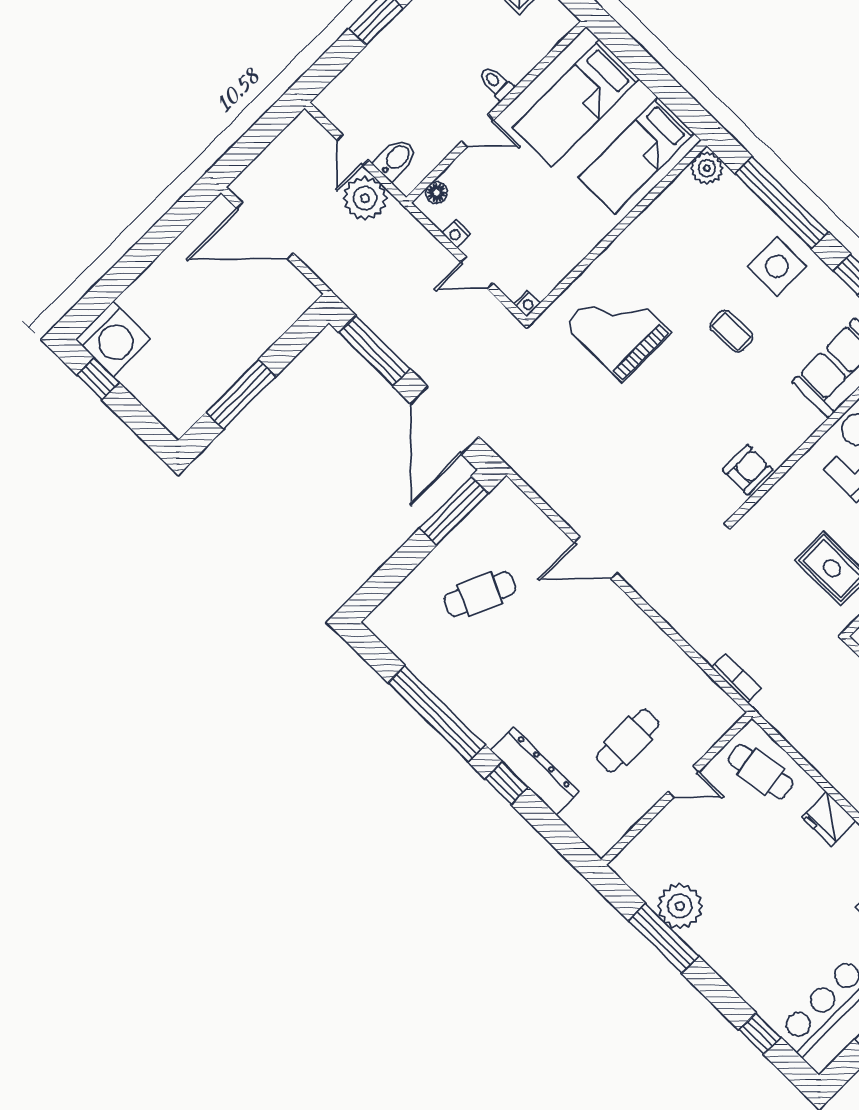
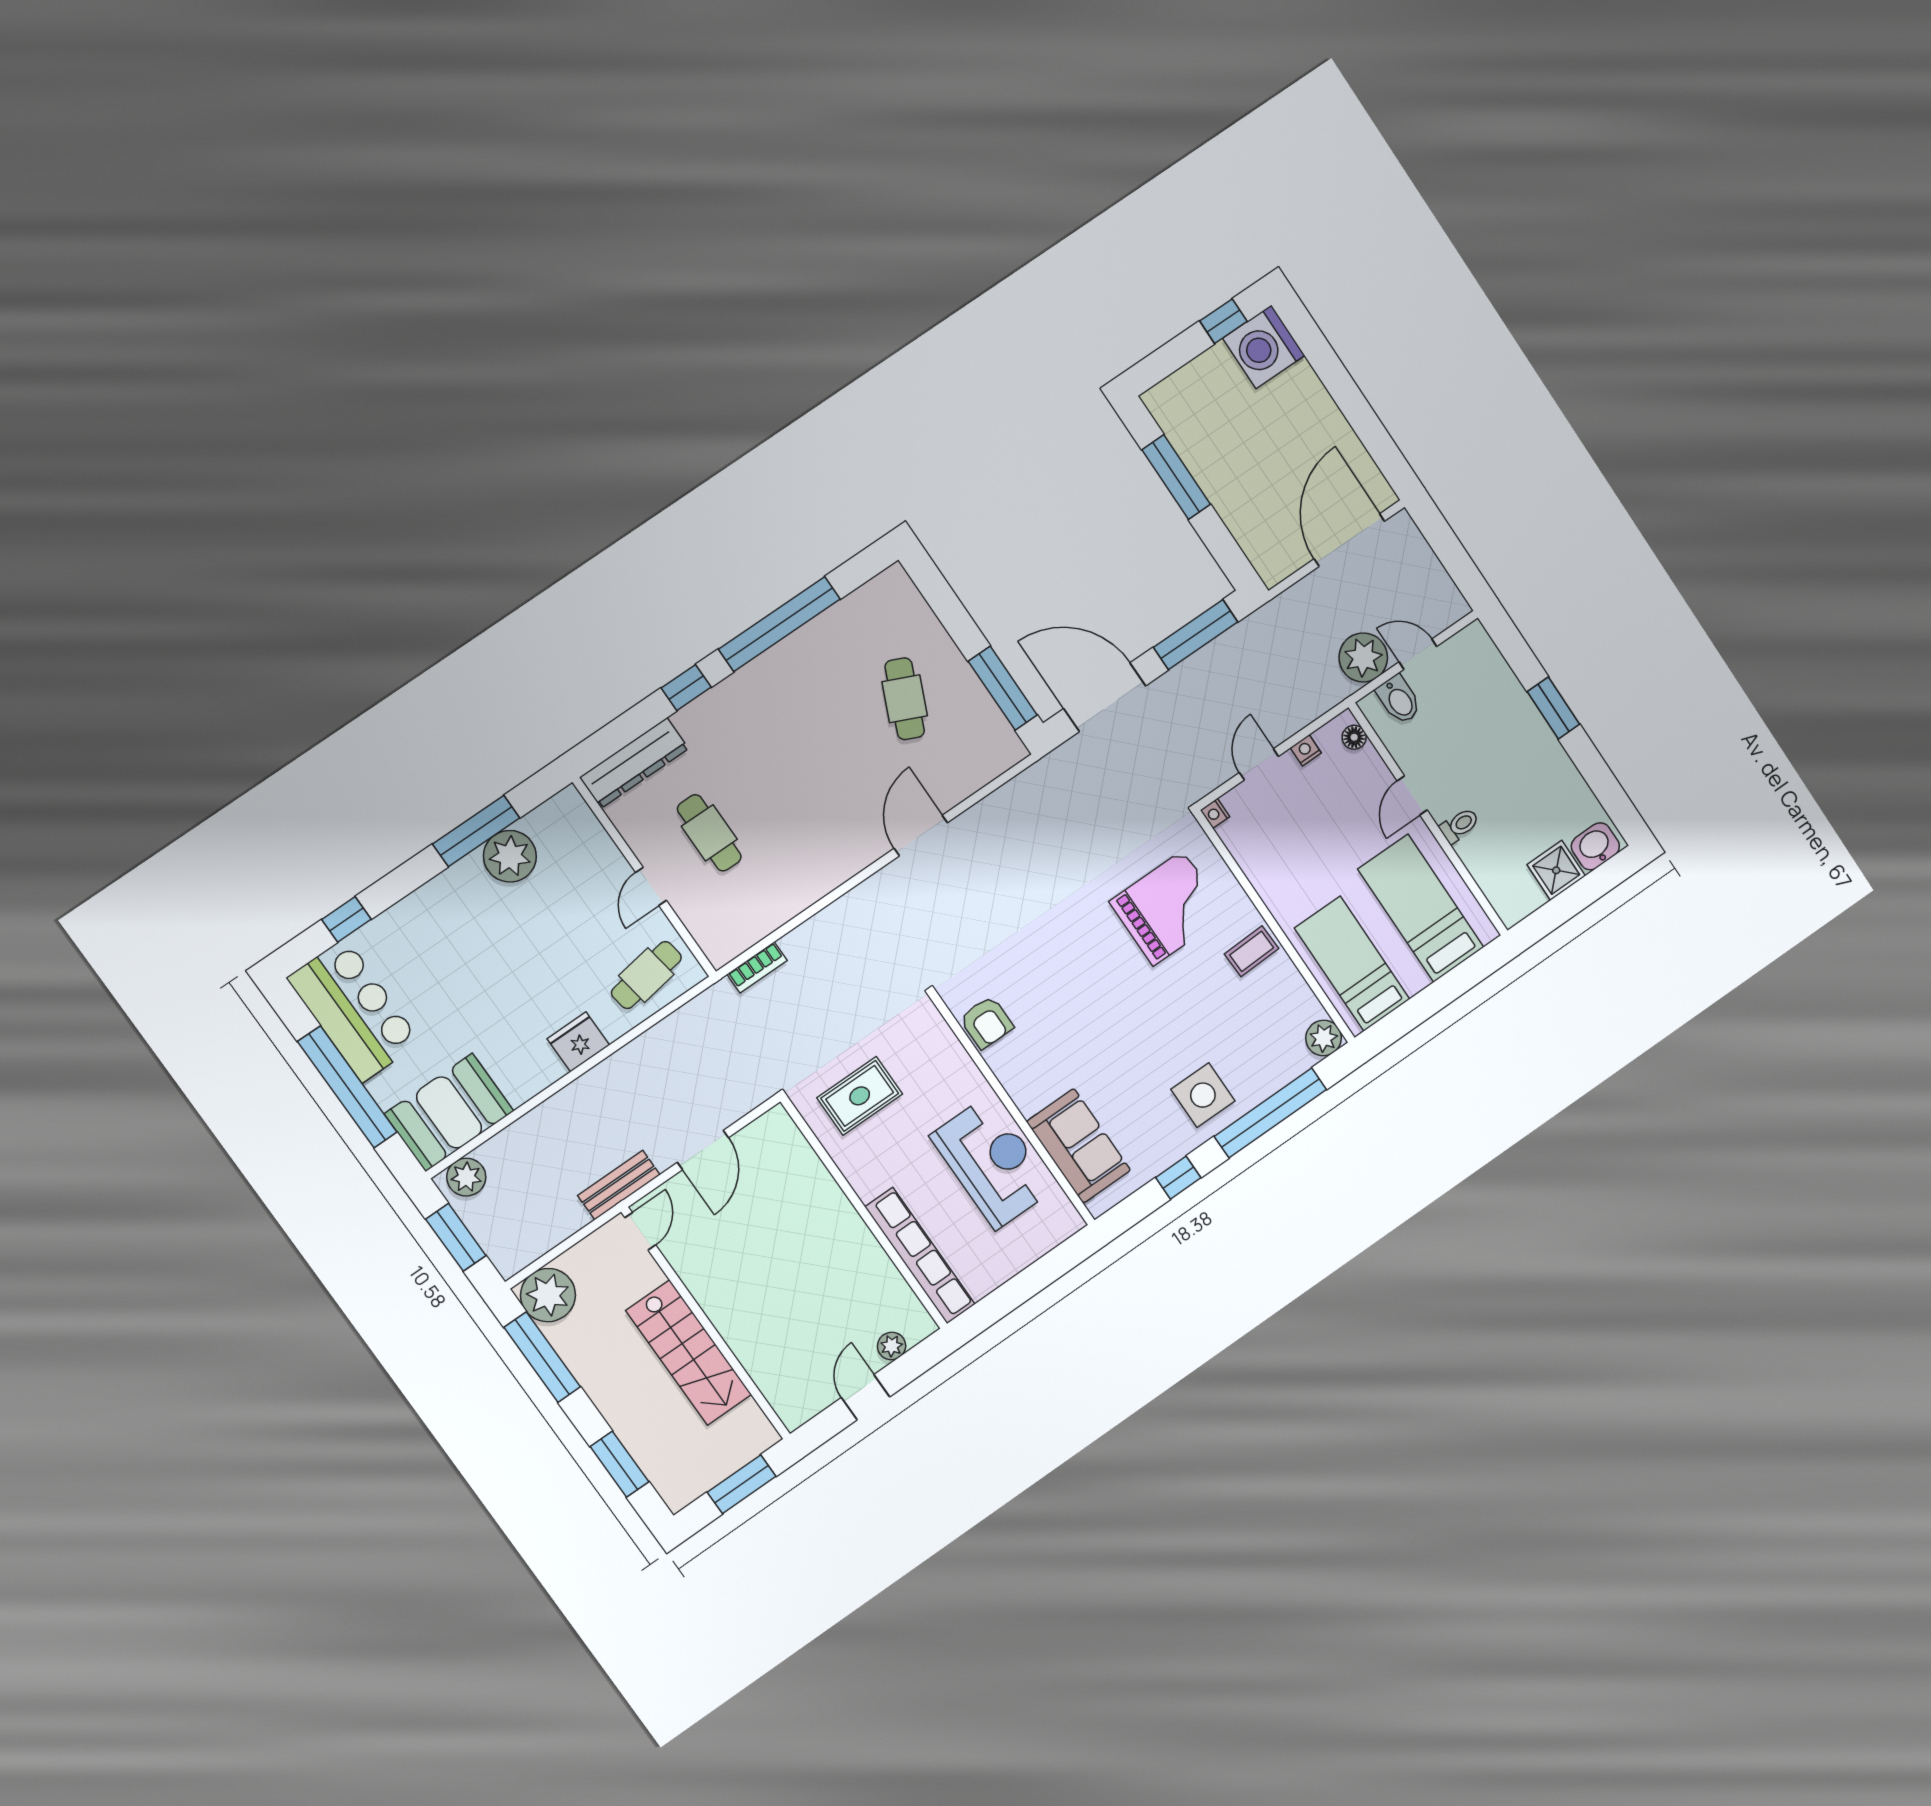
coffee table: (731, 331) -> (1252, 951), moved
dresser: (535, 771) -> (634, 763), moved

